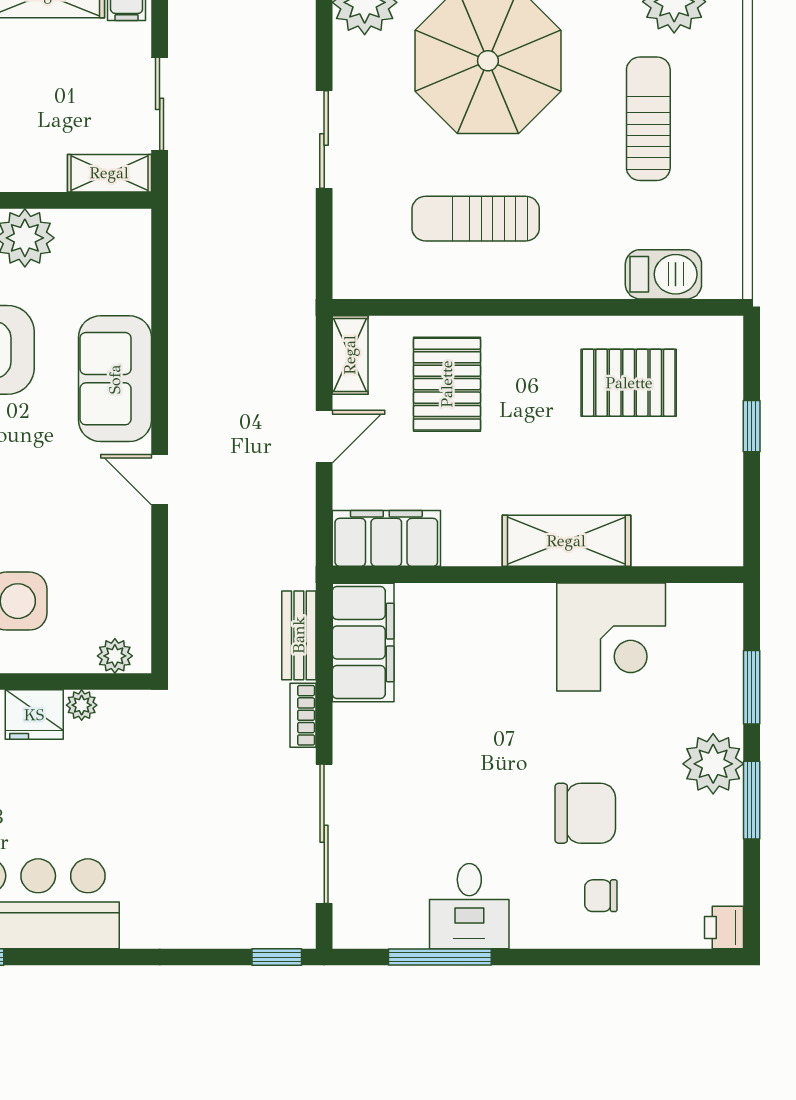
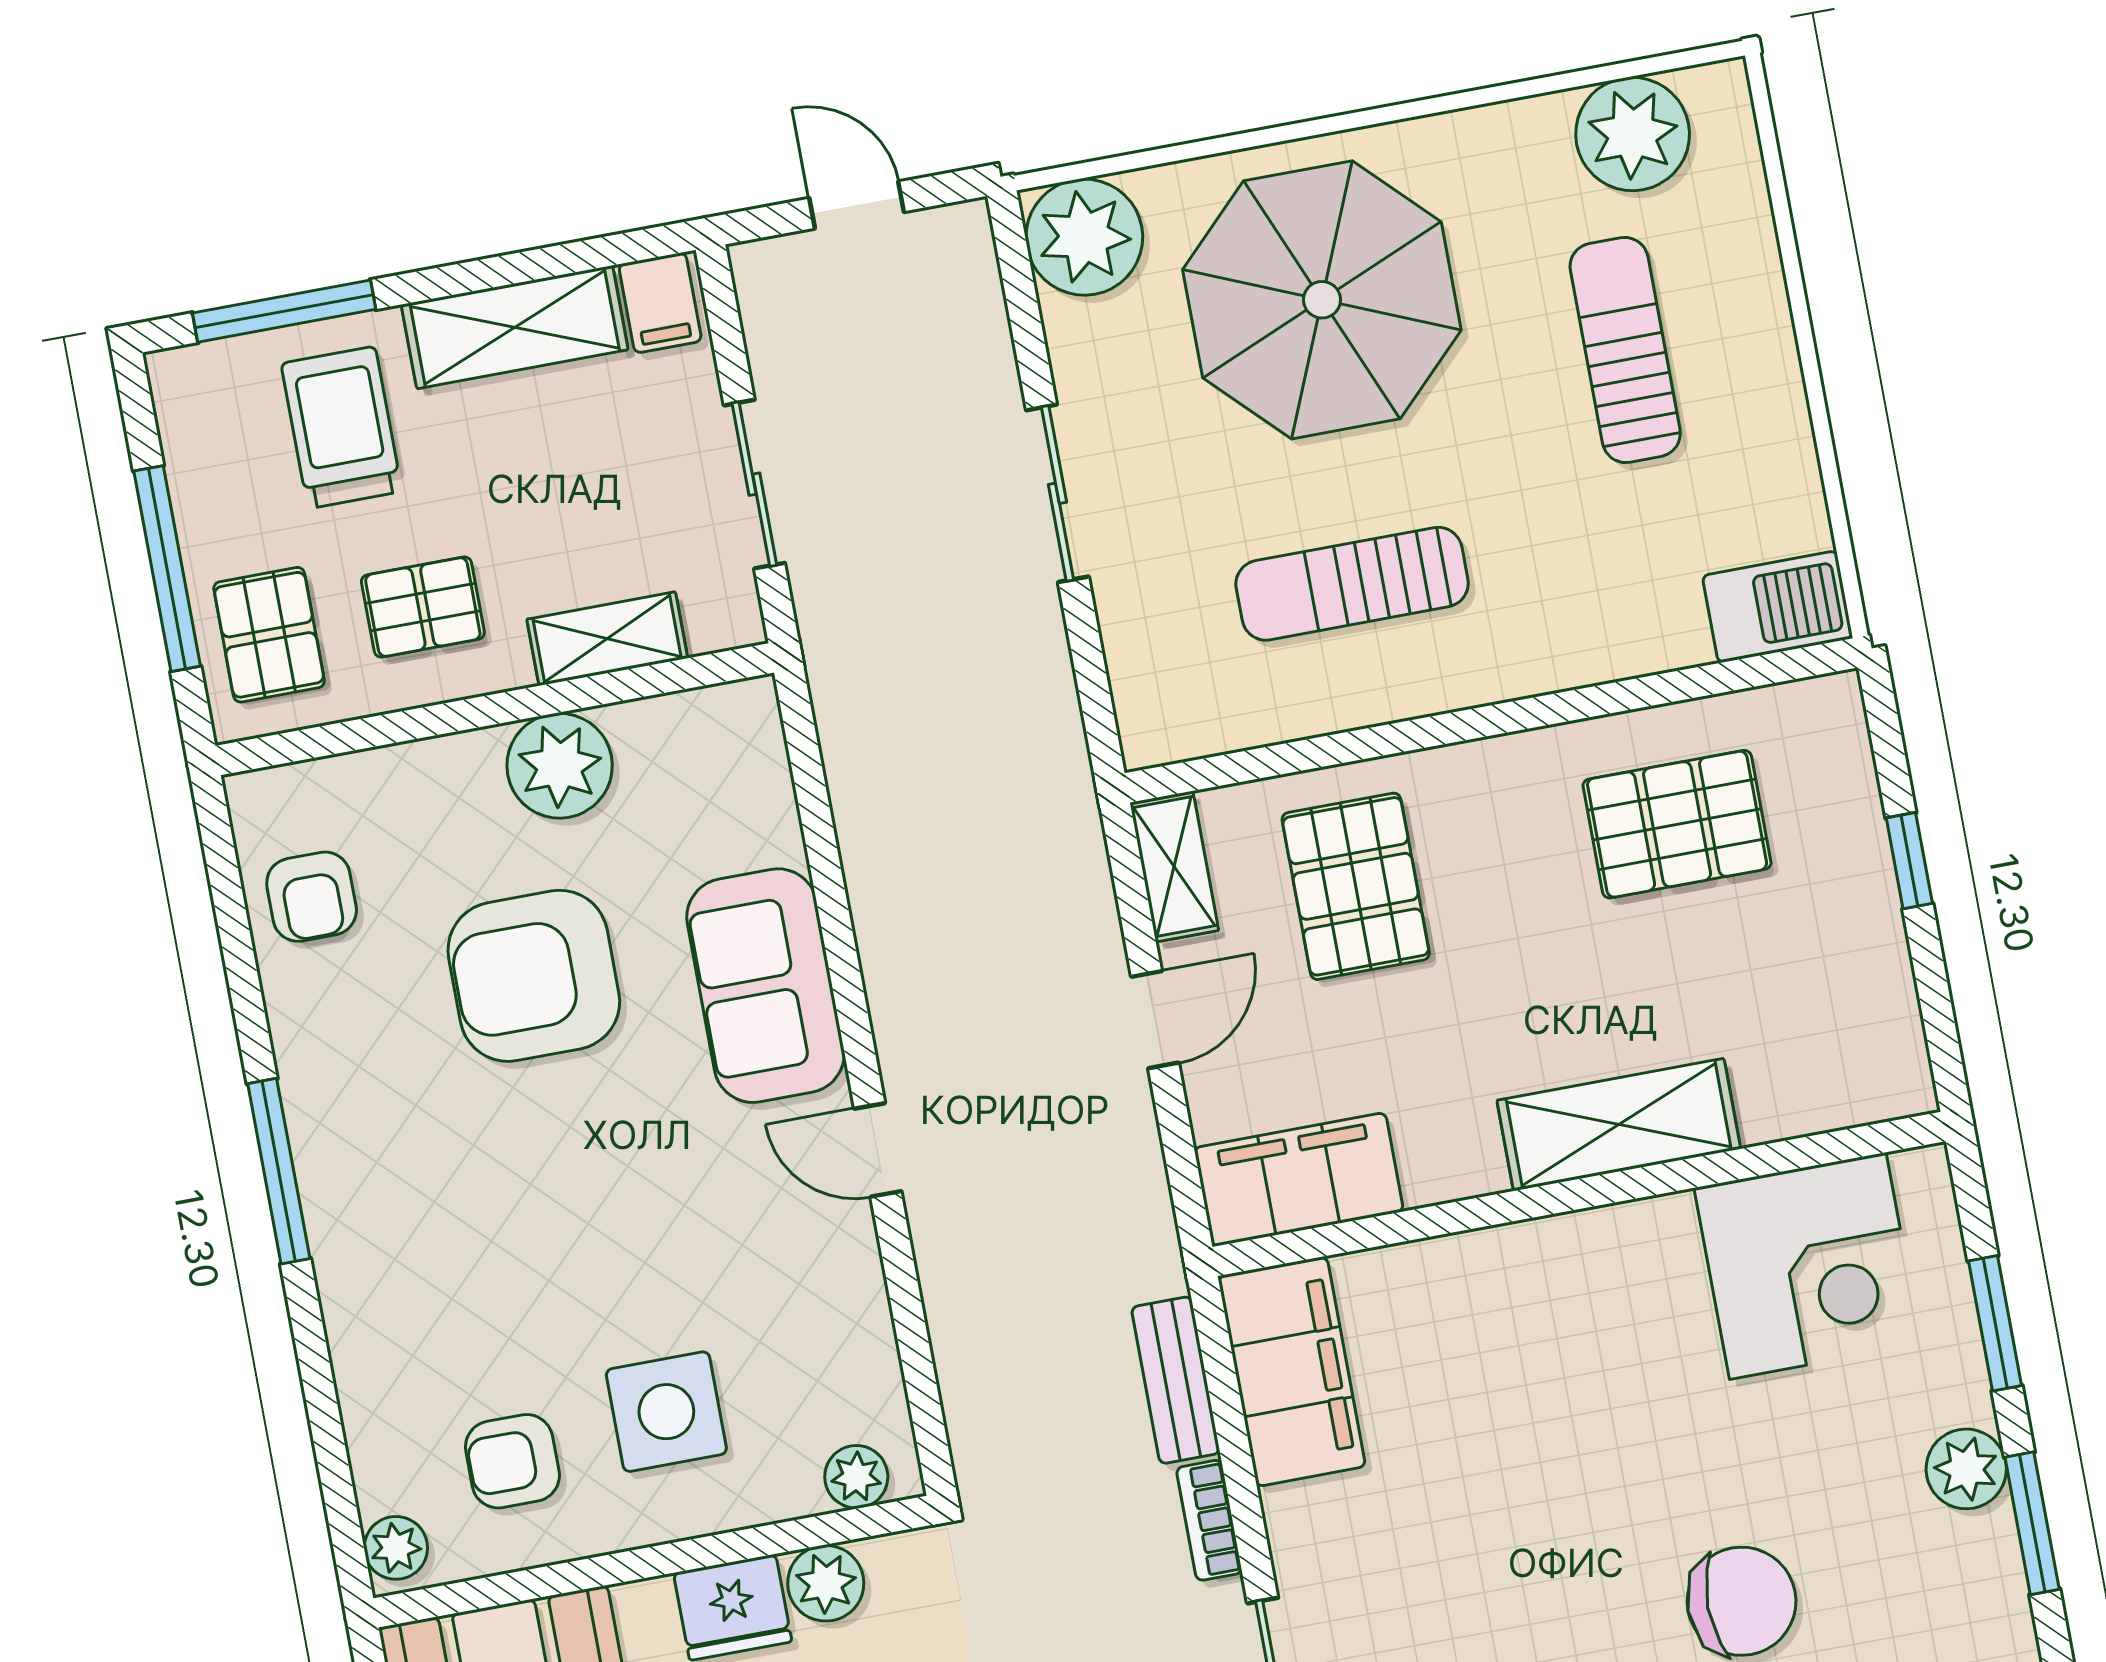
shelving: (109, 173) -> (607, 639), moved
barbecue: (663, 274) -> (1778, 607), moved
corner desk: (611, 637) -> (1808, 1266), moved
plant: (82, 705) -> (826, 1583), width x1.38, depth x1.38
plant: (713, 764) -> (1966, 1469), width x0.73, depth x0.73

